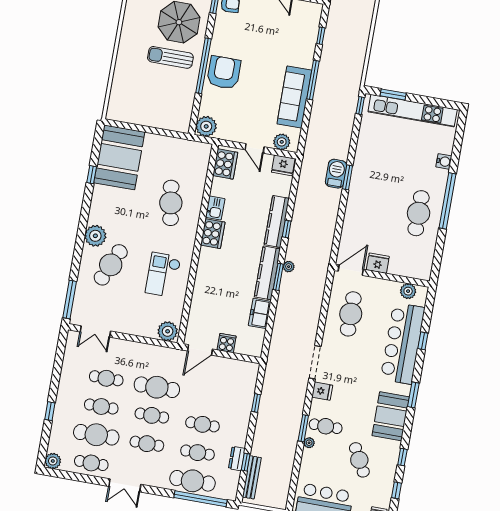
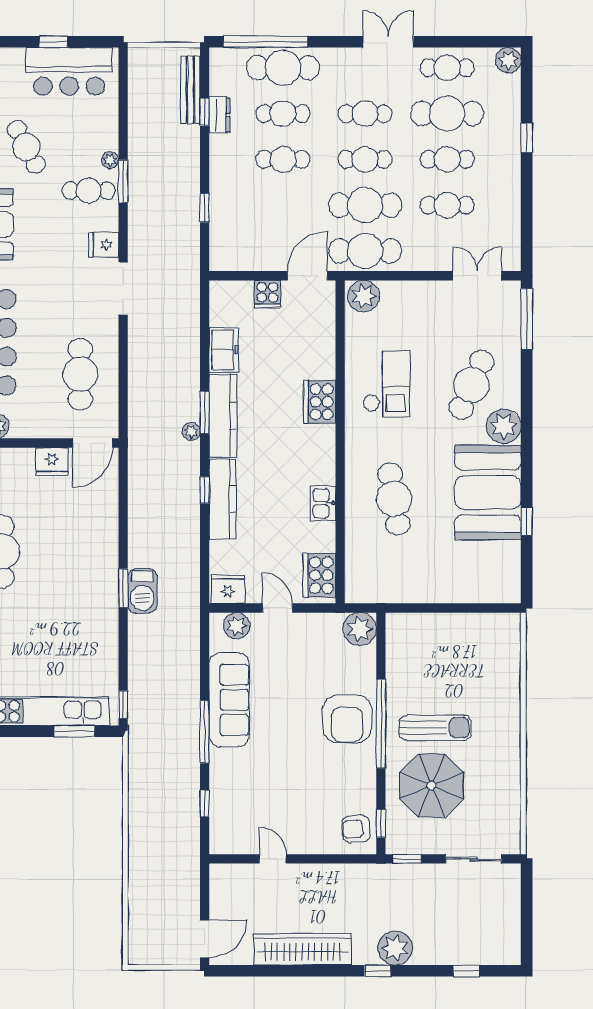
booth: (119, 157) -> (488, 493), moved
cooker: (213, 234) -> (320, 402), moved
cafe table: (162, 359) -> (365, 251), added

